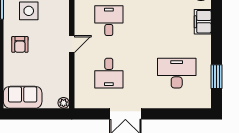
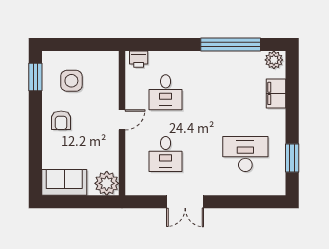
desk: (109, 21) -> (166, 92), turned 180
plant: (64, 103) -> (107, 183), width x1.87, depth x1.87

